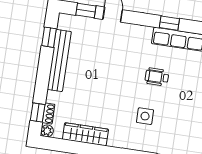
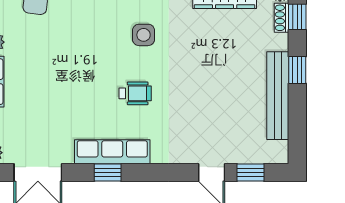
window: (169, 23) -> (108, 173), moved
window: (49, 37) -> (297, 70), moved

